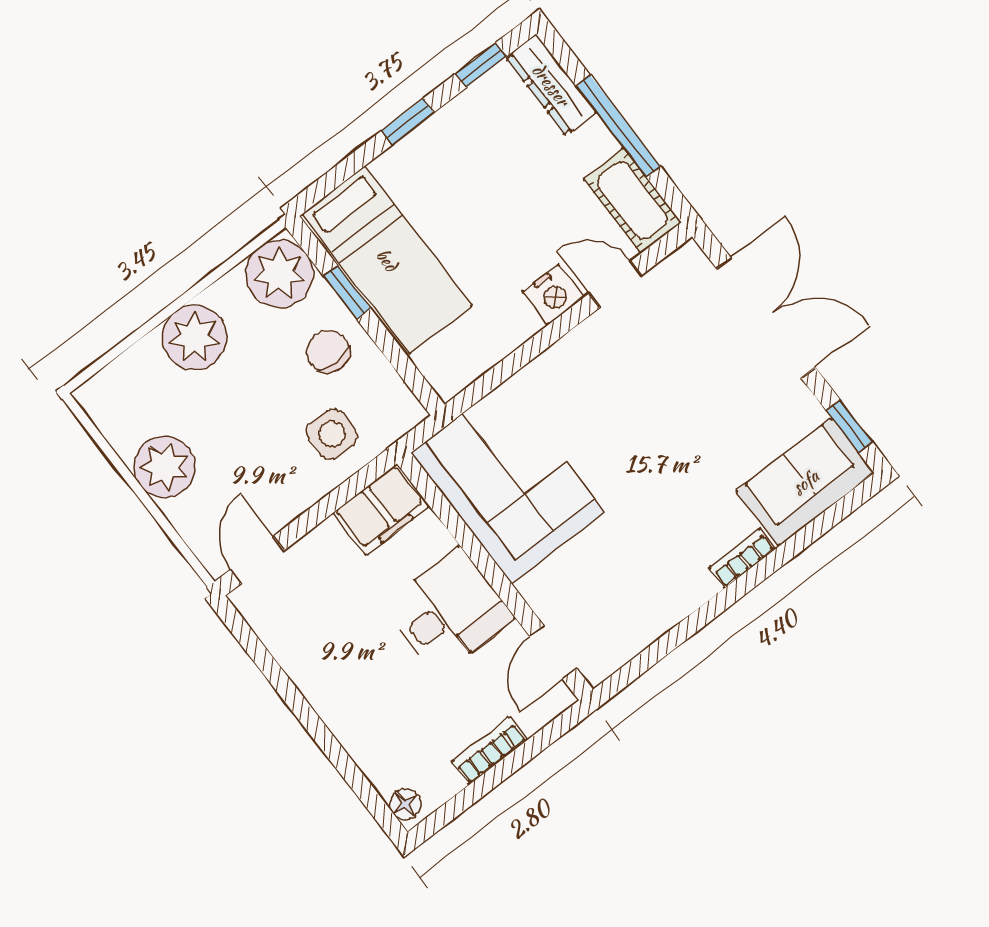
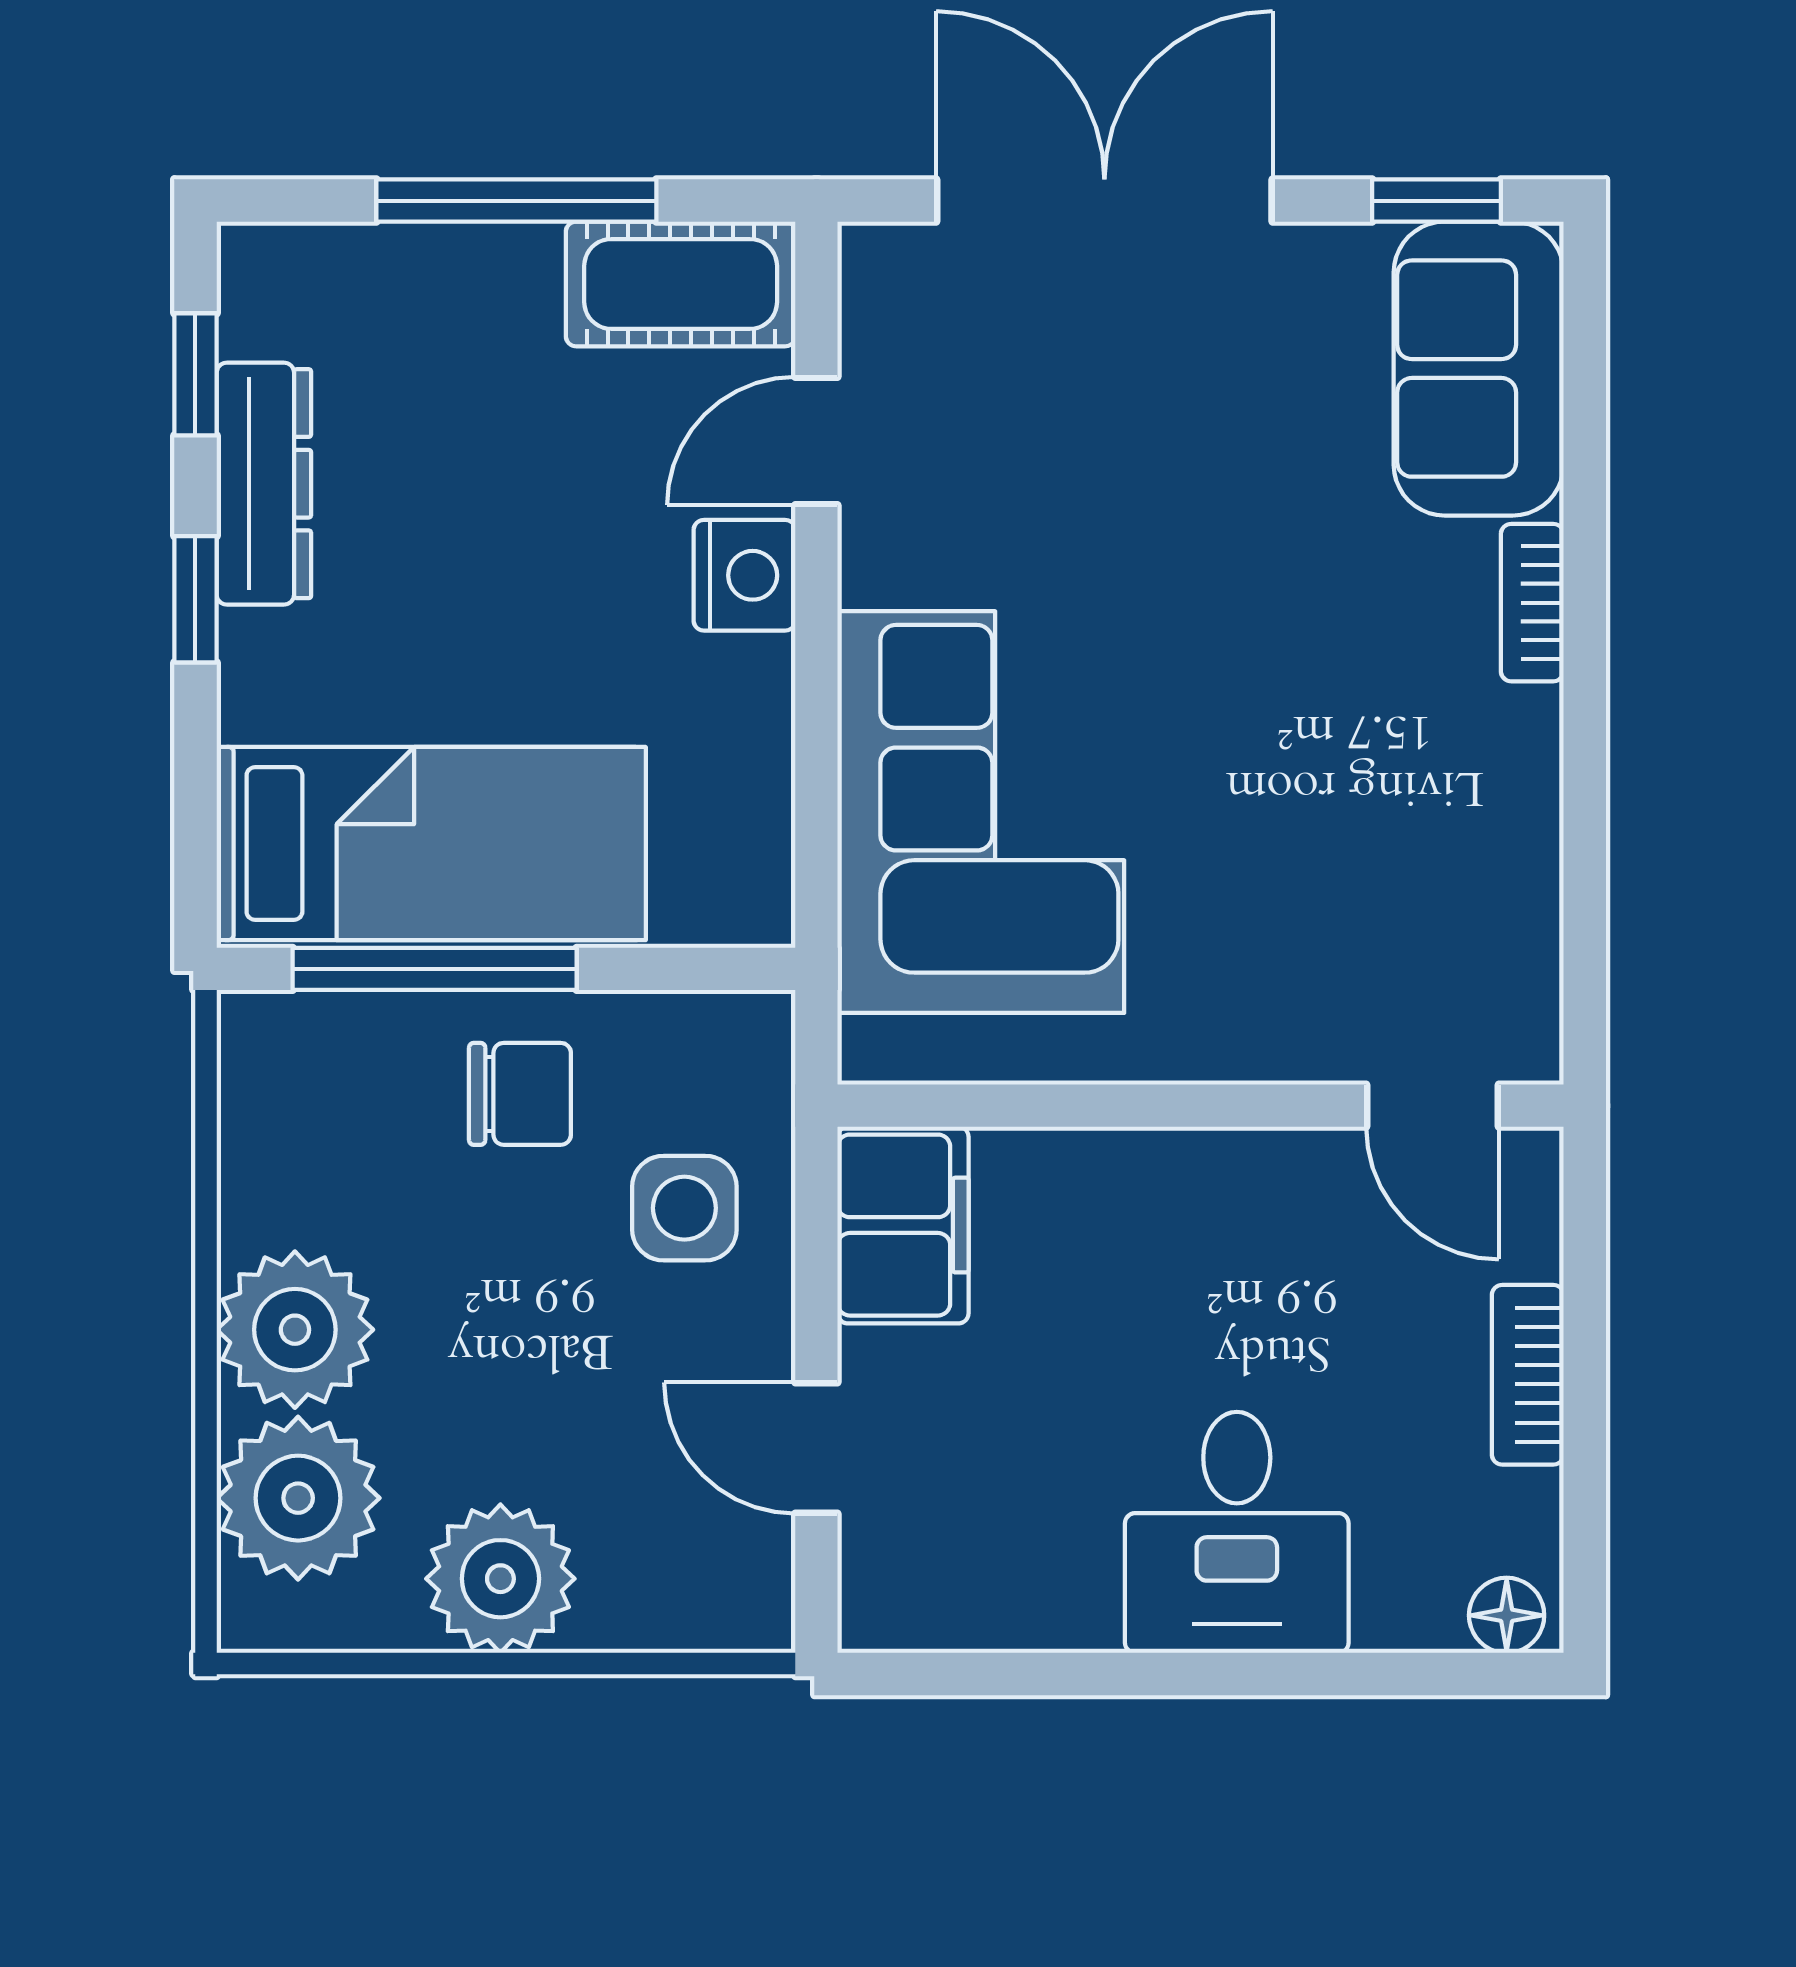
dresser: (551, 85) -> (264, 484), moved, turned -90
plant: (279, 274) -> (298, 1498), moved
window: (347, 292) -> (435, 969), width x2.17
chair: (328, 352) -> (520, 1094), turned 180
corner sofa: (508, 482) -> (981, 812), moved, turned 90
door: (257, 560) -> (816, 1448), moved
desk: (448, 612) -> (1237, 1532), moved, turned 180

